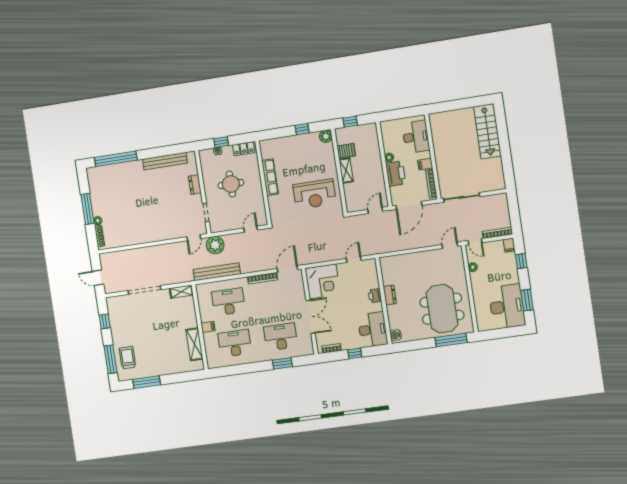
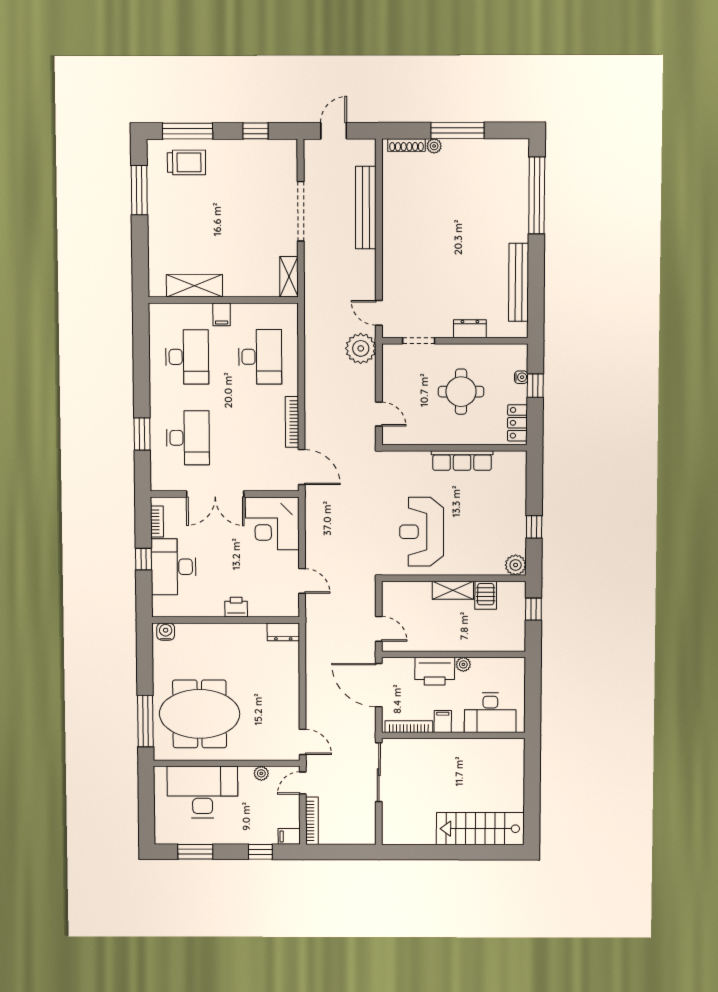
bench: (217, 272) -> (366, 208), moved
dresser: (390, 295) -> (283, 632), moved
desk: (507, 306) -> (202, 792), moved, turned 180
desk: (373, 330) -> (174, 567), moved, turned 90

